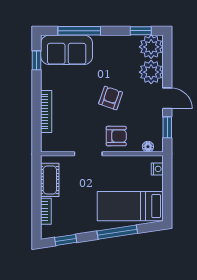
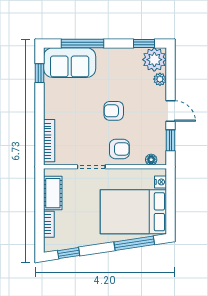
plant: (151, 72) -> (160, 79), width x0.53, depth x0.53
armchair: (111, 98) -> (114, 111), turned -109
bookcase: (46, 112) -> (49, 141), moved
bed: (130, 206) -> (133, 212), width x1.50
window: (117, 232) -> (134, 243), moved

